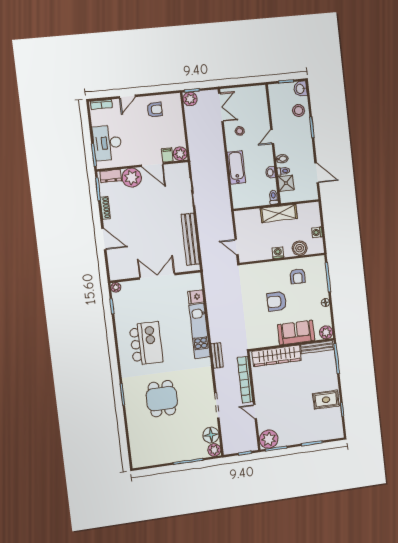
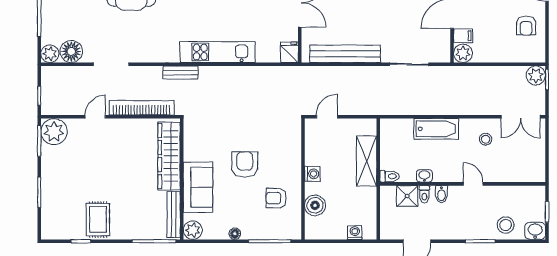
shelving: (279, 213) -> (367, 161), moved
washing machine: (317, 232) -> (355, 233), moved
fridge: (196, 297) -> (289, 52), moved

